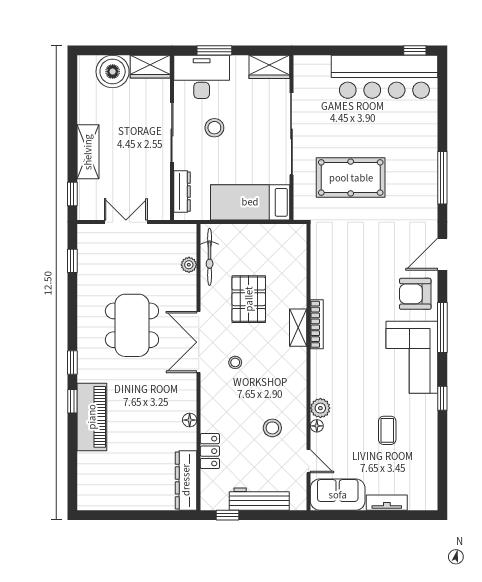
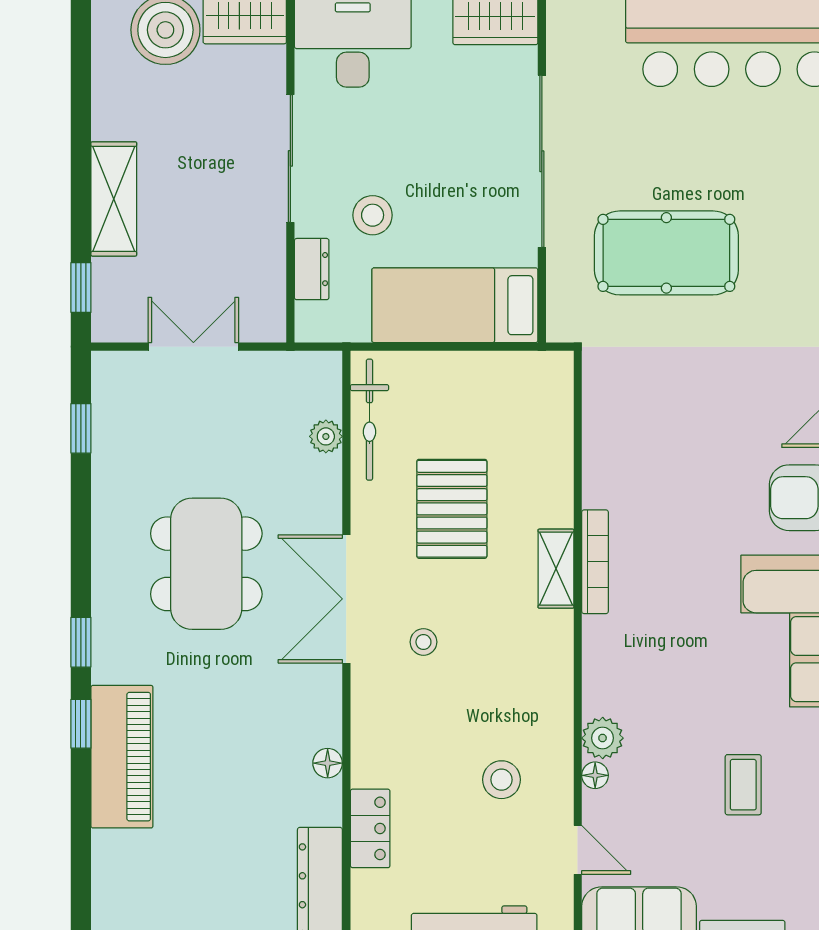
stool: (214, 128) -> (373, 215), moved
dresser: (182, 192) -> (312, 269), width x0.70

